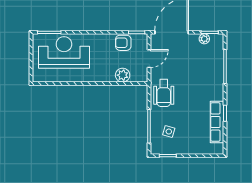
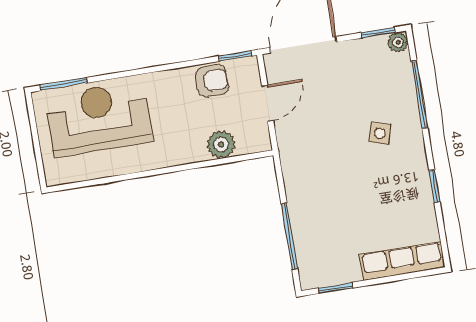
plant: (204, 39) -> (398, 42), moved
armchair: (123, 43) -> (212, 81), turned 180
wheelchair: (164, 93) -> (308, 166), removed
row of seats: (217, 122) -> (402, 261), moved, turned 90
side table: (169, 132) -> (380, 133), moved

